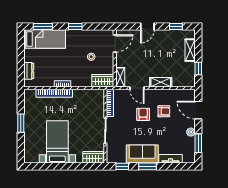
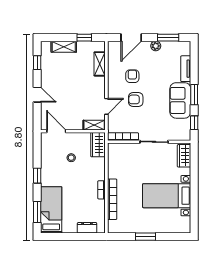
shelving: (161, 82) -> (100, 64), moved

